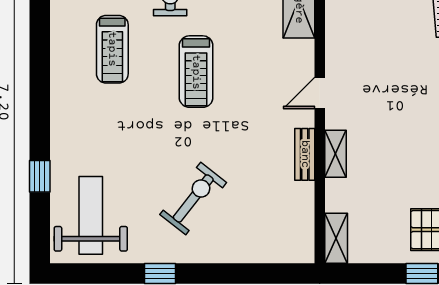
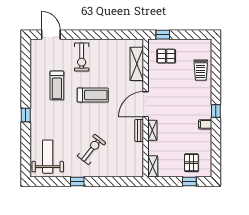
treadmill: (196, 72) -> (93, 95), turned -90
door: (320, 93) -> (146, 104), width x1.87
window: (40, 176) -> (26, 115), moved

